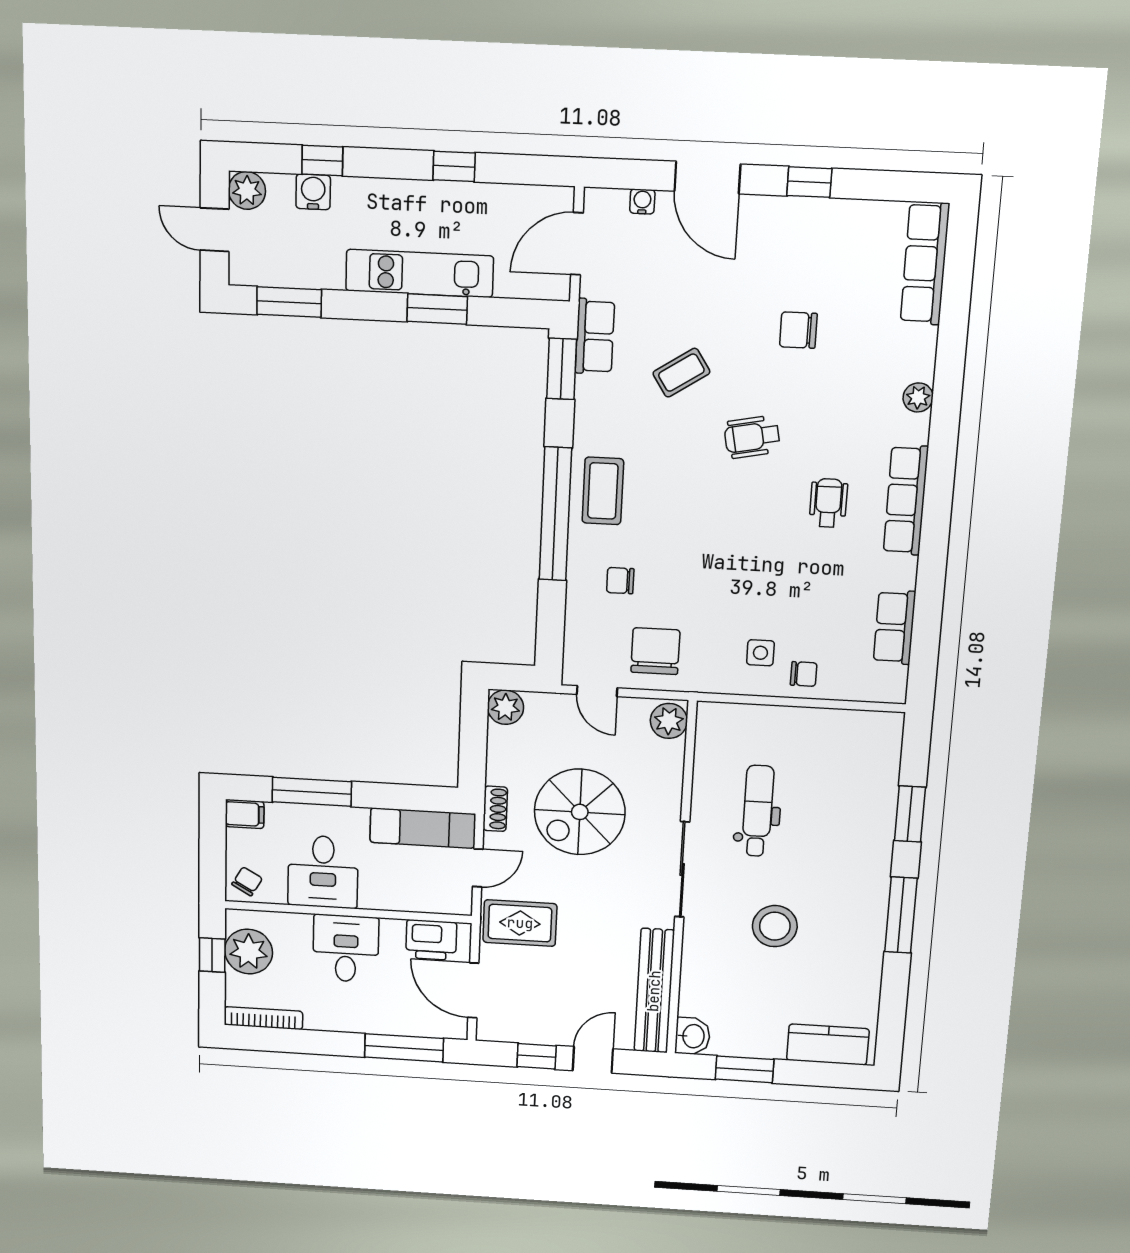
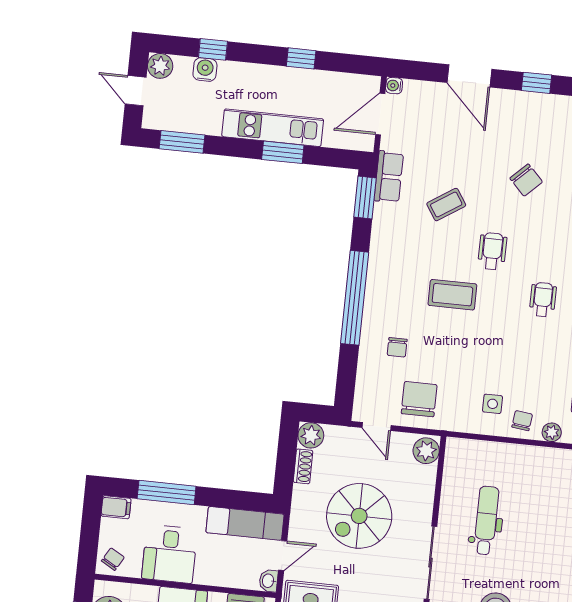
water cooler: (642, 201) -> (394, 86), moved, turned -90
chair: (798, 330) -> (526, 180), turned -134
wheelchair: (752, 437) -> (492, 251), turned 101
coffee table: (603, 491) -> (452, 295), moved, turned 90
chair: (620, 581) -> (397, 347), turned -90
chair: (804, 674) -> (522, 421), turned -83
plant: (846, 688) -> (552, 432), added
shoe rack: (495, 809) -> (303, 466), moved
washbasin: (461, 901) -> (268, 581), added

